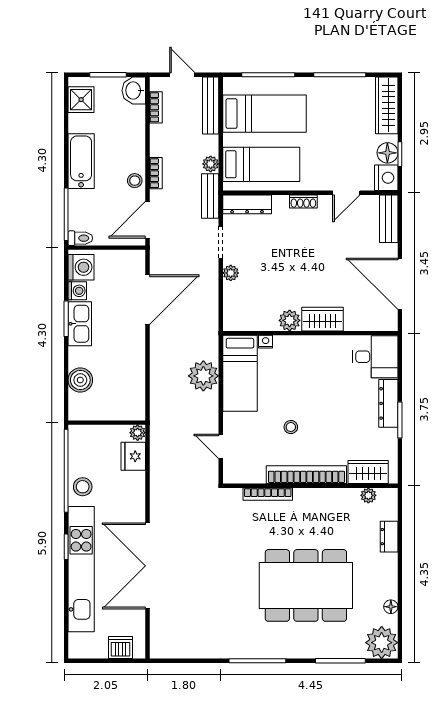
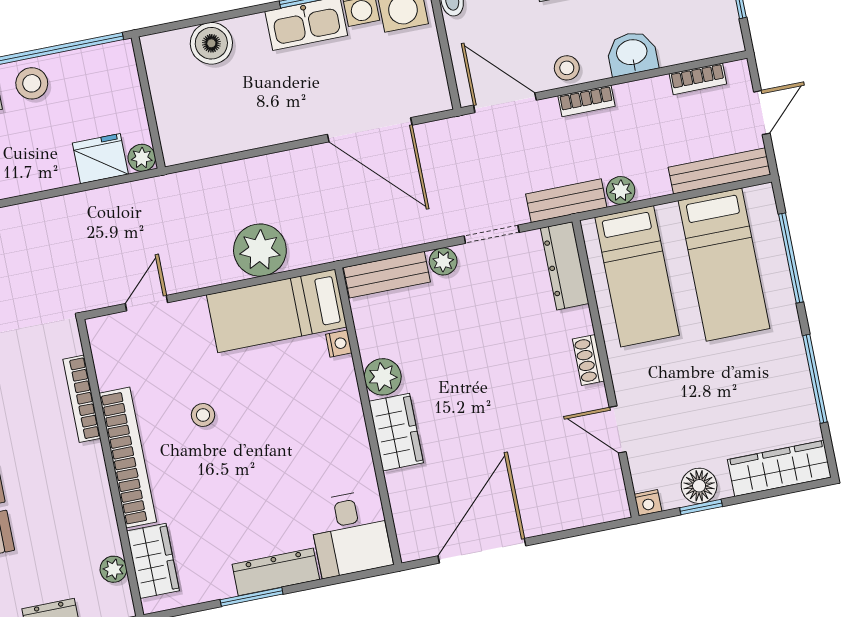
washbasin: (134, 90) -> (632, 53), moved
nightstand: (386, 178) -> (648, 503), width x0.53, depth x0.56
bench: (389, 219) -> (387, 275), moved

